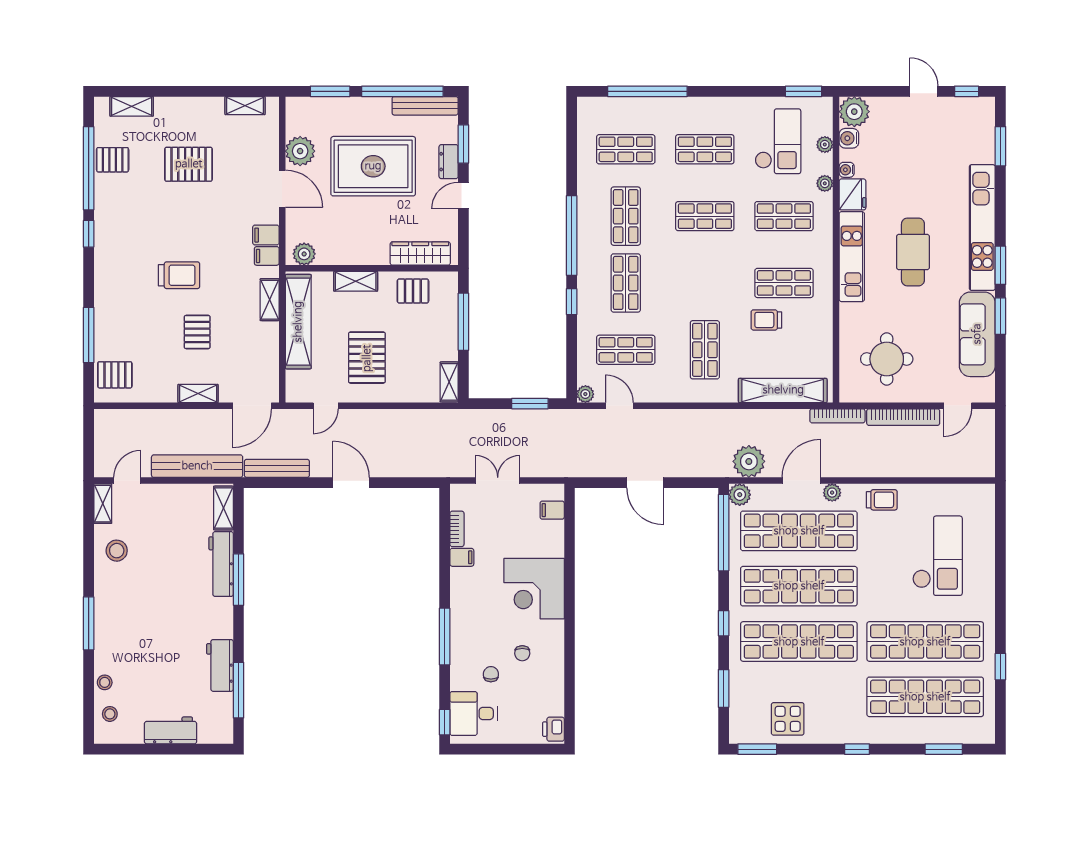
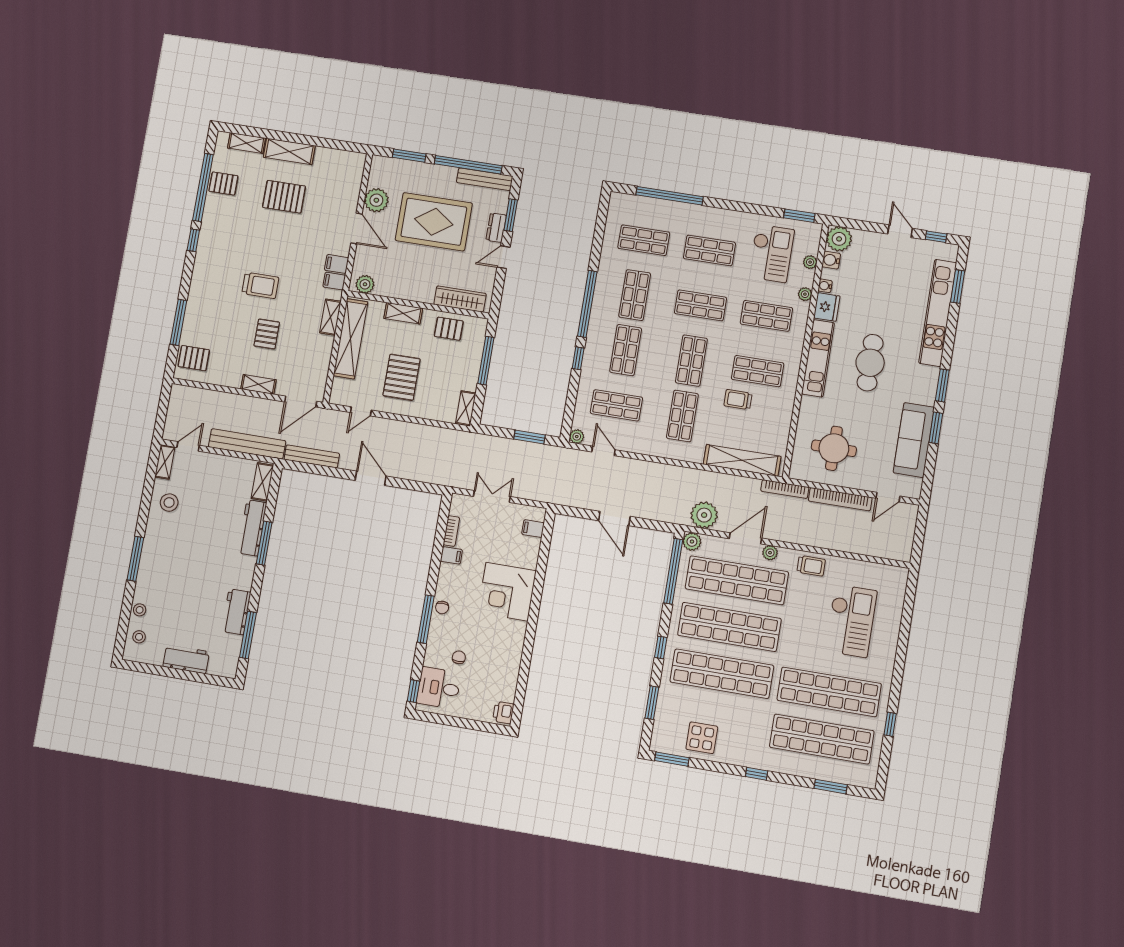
shelving: (245, 106) -> (289, 151), moved, width x1.50, depth x1.33
kitchen unit: (982, 228) -> (938, 313), moved
shop shelf: (705, 283) -> (691, 361), added
chair: (522, 653) -> (442, 607), moved

